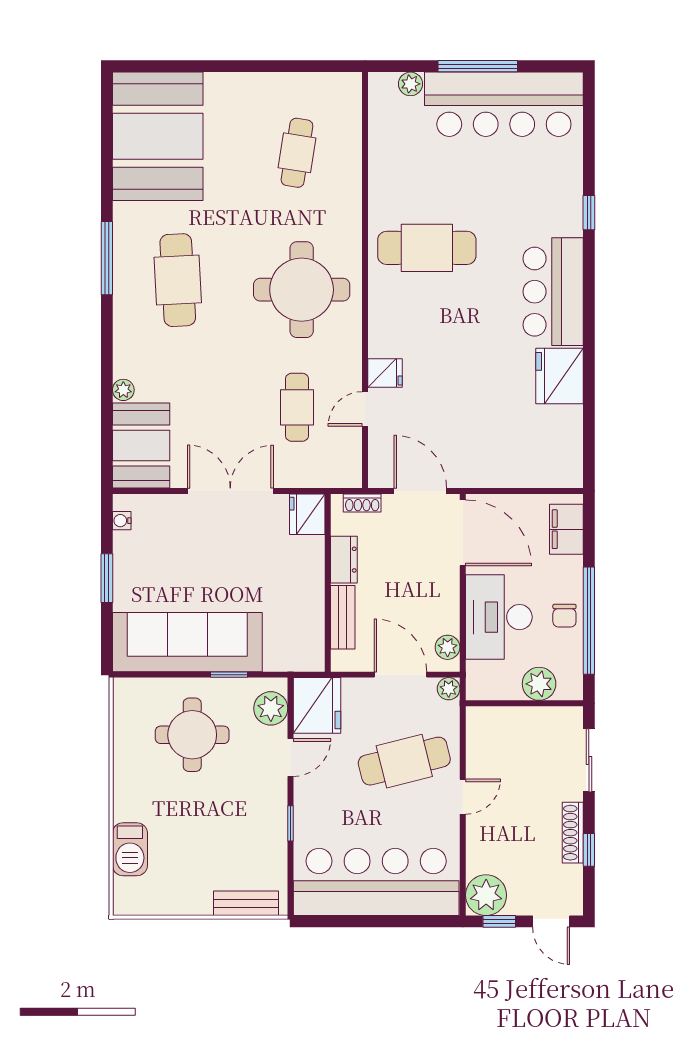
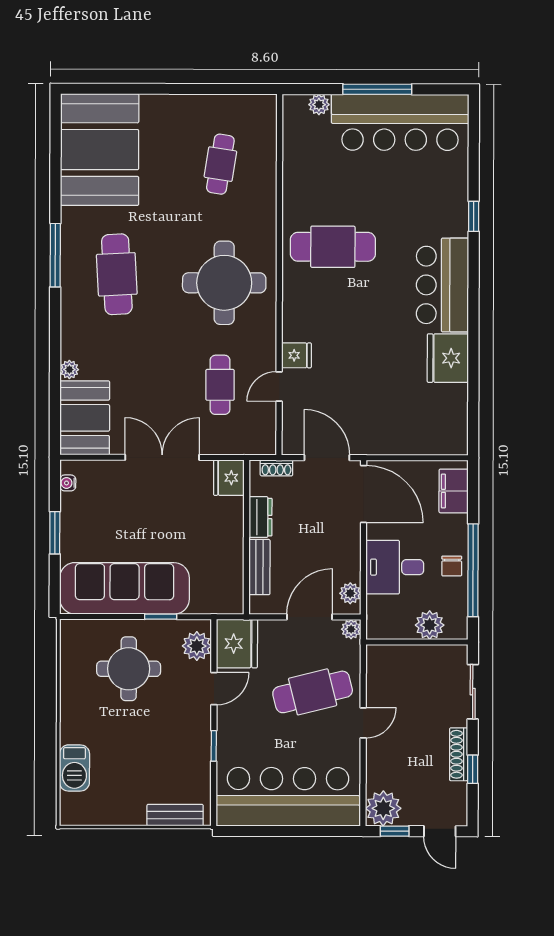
desk: (499, 617) -> (395, 567), width x0.73
door: (401, 675) -> (309, 617), hinge flipped

